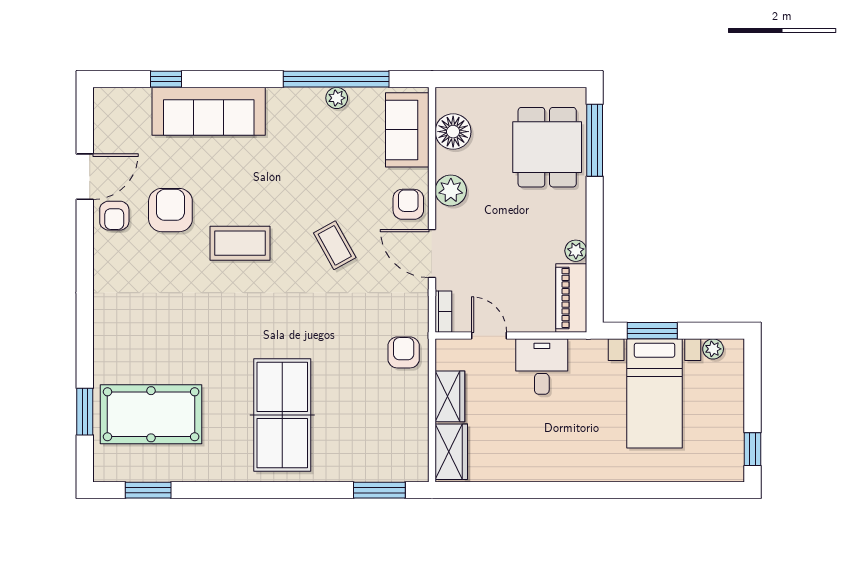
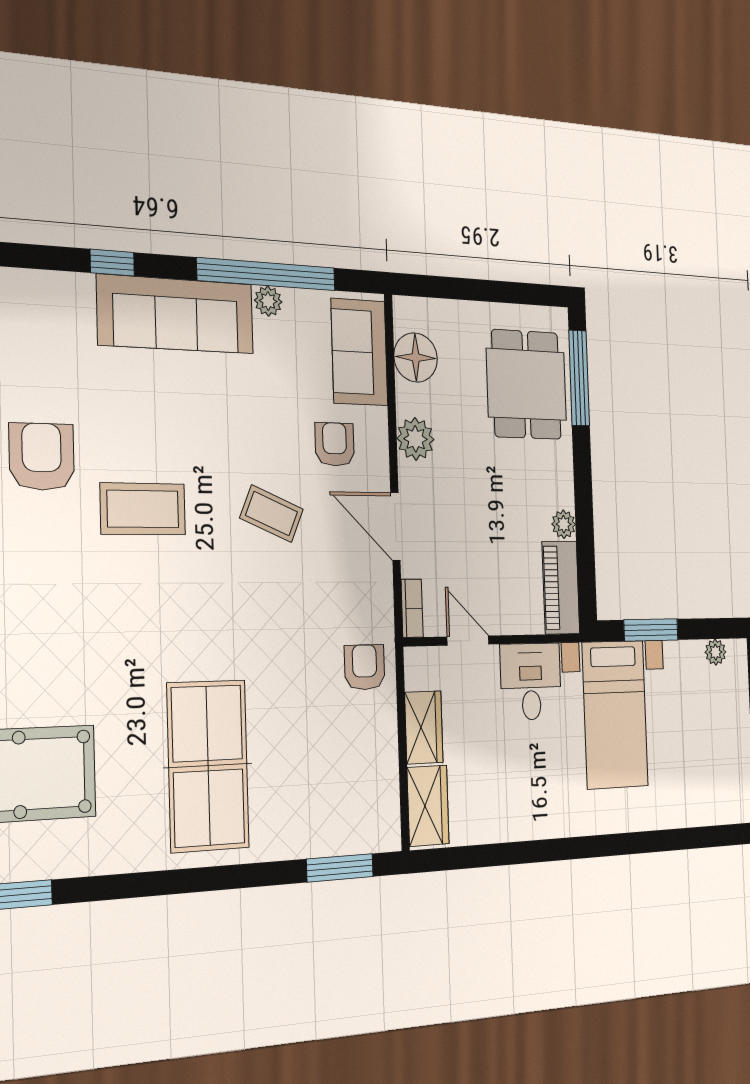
window: (166, 79) -> (112, 263), moved
sofa: (209, 111) -> (176, 314), moved
armchair: (408, 204) -> (335, 444), moved
coffee table: (335, 245) -> (272, 514), turned -38
bed with nightstands: (654, 393) -> (615, 714), moved

